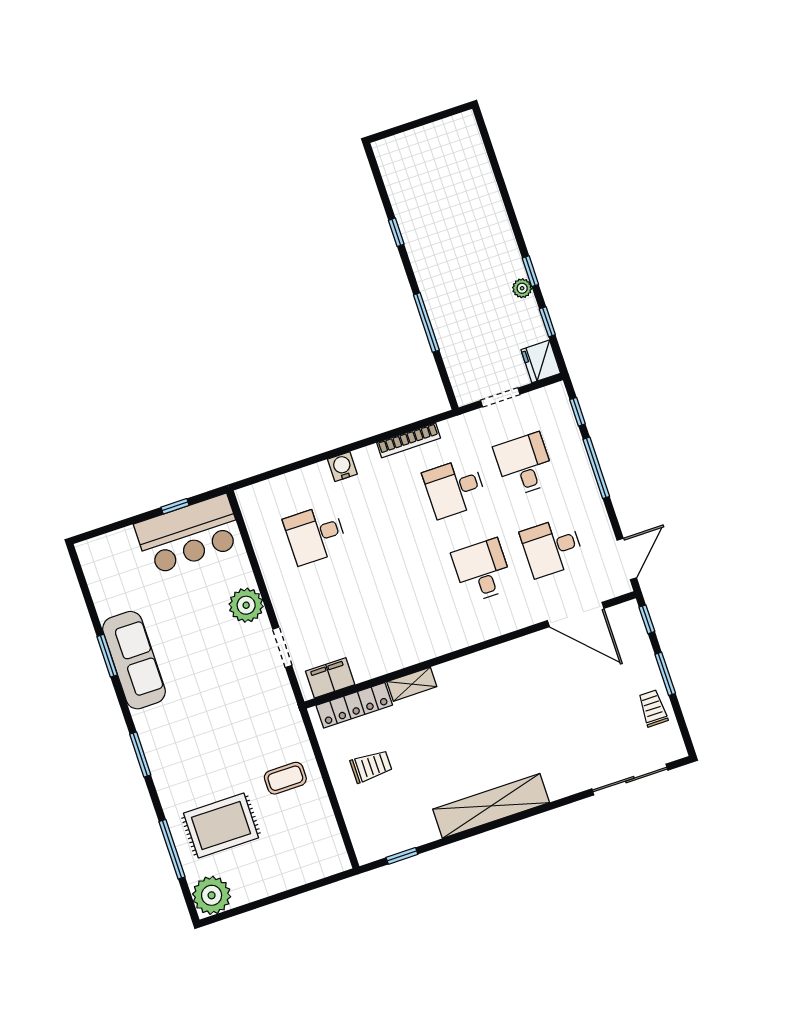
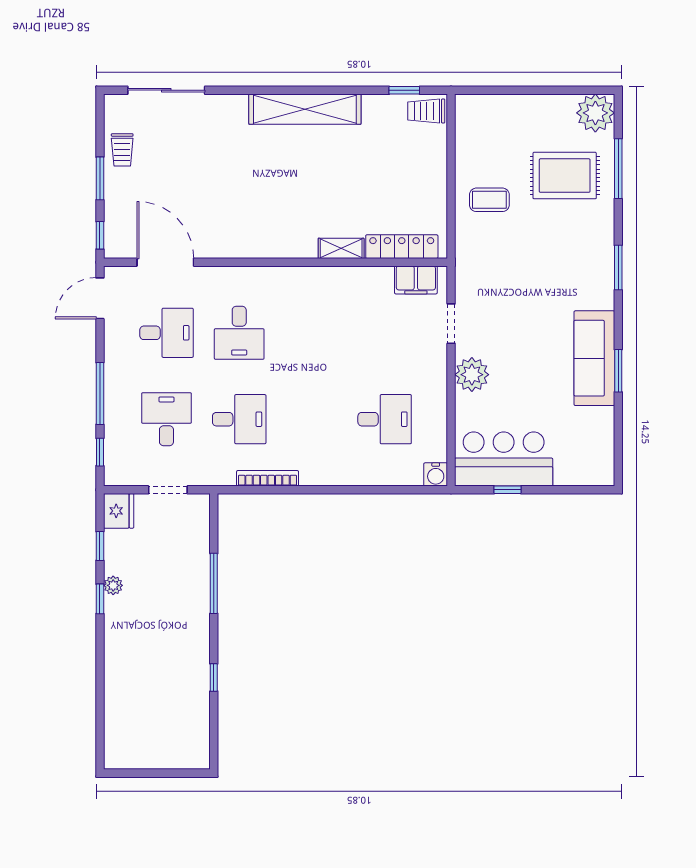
desk: (524, 465) -> (166, 419), turned 180
water cooler: (342, 467) -> (436, 474), moved
trolley: (371, 766) -> (426, 111), moved

